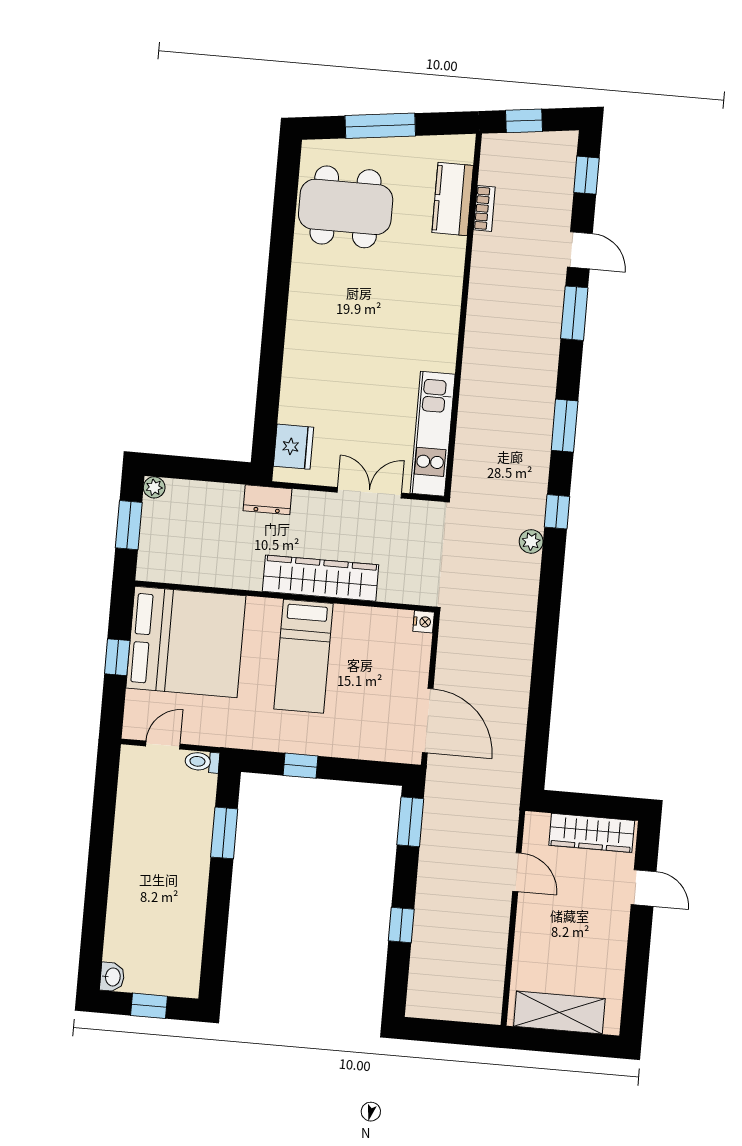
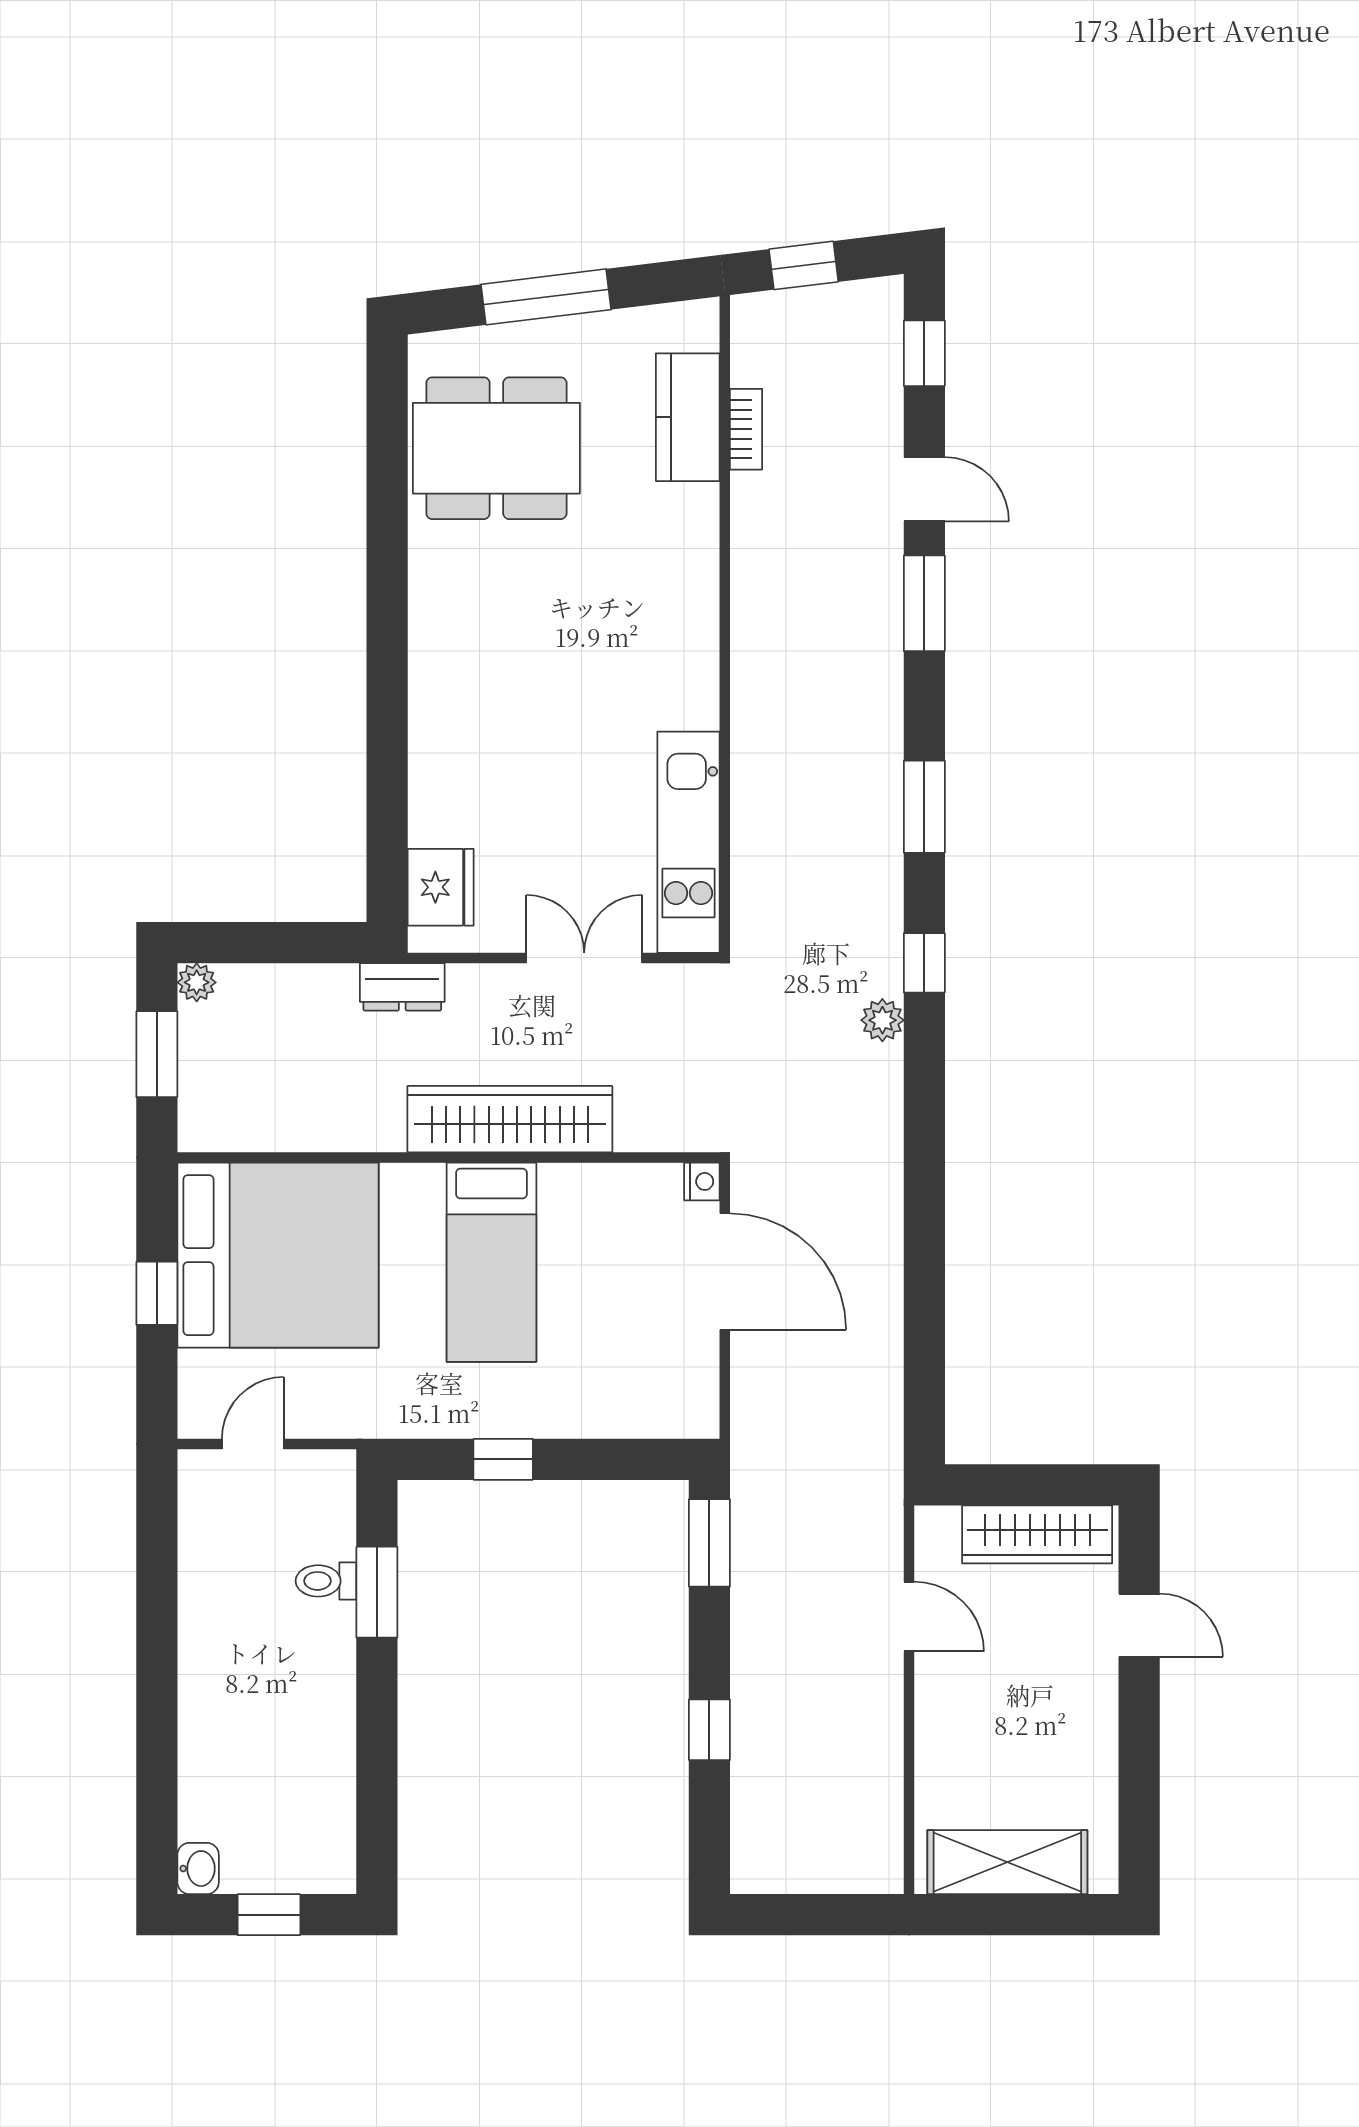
door: (428, 721) -> (725, 1271), moved
toilet: (202, 762) -> (326, 1581), moved

